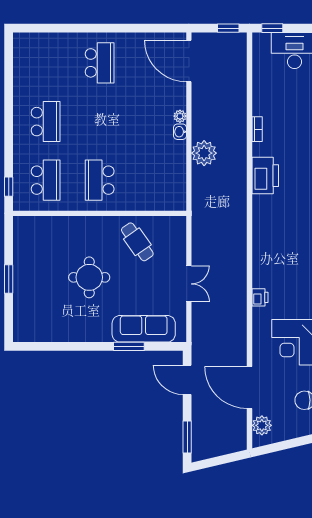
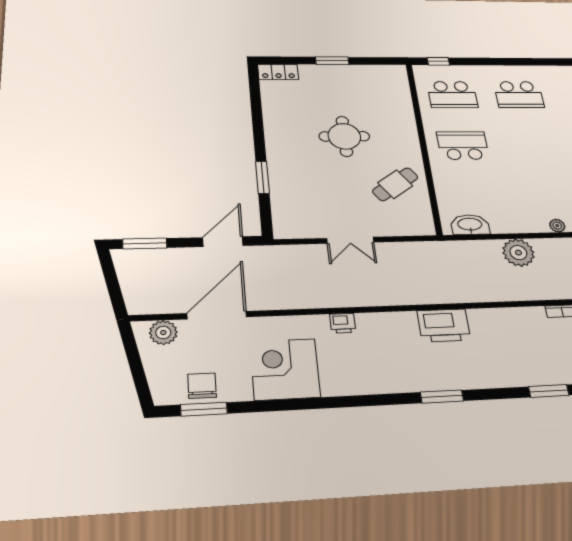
washbasin: (180, 132) -> (470, 225), moved, width x1.91, depth x1.45
printer: (265, 176) -> (444, 325), moved
locker: (21, 326) -> (278, 72), added
sofa: (144, 329) -> (286, 193), removed

